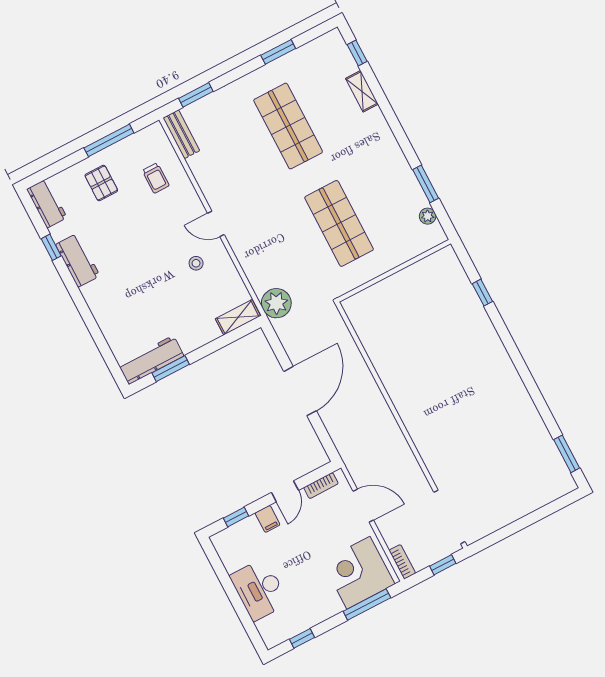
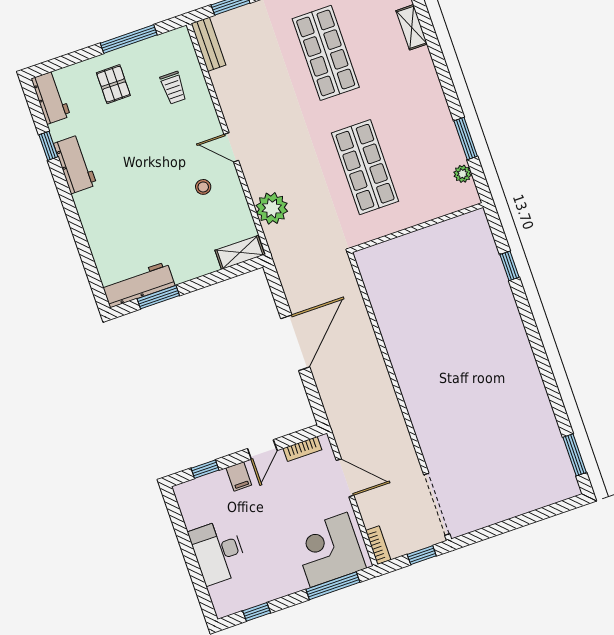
plant: (276, 303) -> (272, 208), moved

